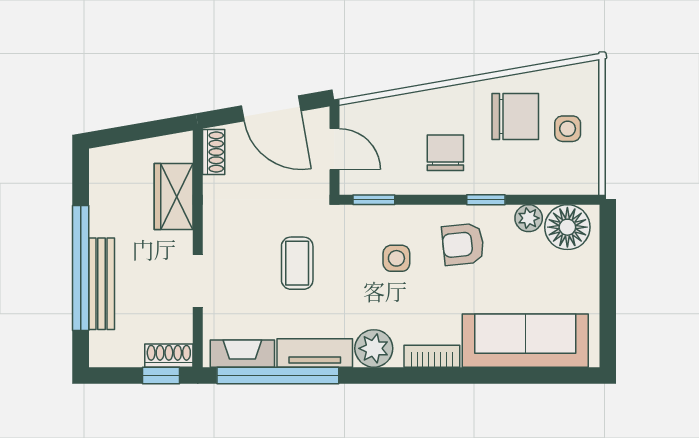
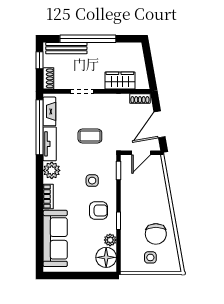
chair: (445, 153) -> (140, 203), removed
armchair: (463, 244) -> (98, 210), turned 96
bench: (102, 284) -> (66, 48), moved
window: (161, 375) -> (40, 60), moved

